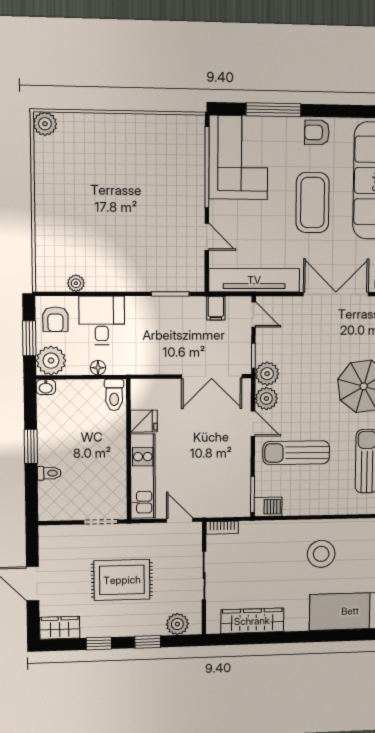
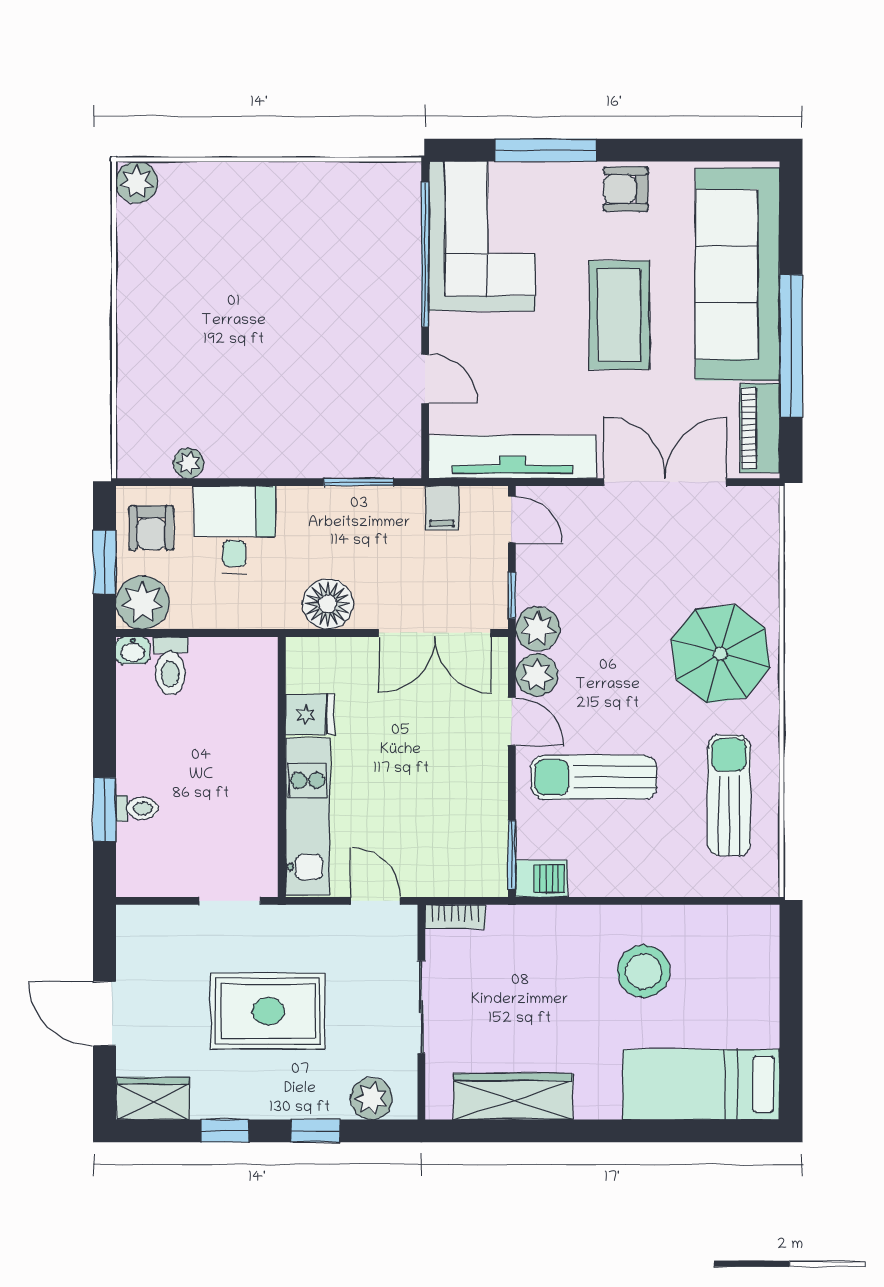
floor lamp: (98, 368) -> (328, 604), moved, width x1.89, depth x1.89
toilet: (114, 395) -> (170, 666), moved
window: (31, 446) -> (104, 810), moved

